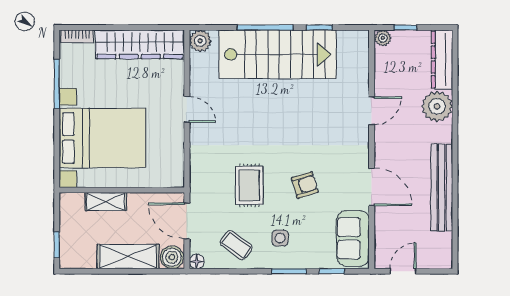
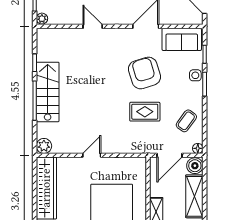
stairs: (278, 54) -> (48, 92), width x0.73, depth x0.66
armchair: (305, 185) -> (144, 73), width x1.88, depth x1.88
side table: (280, 238) -> (195, 75), moved

